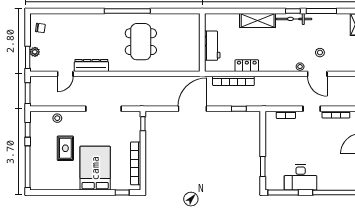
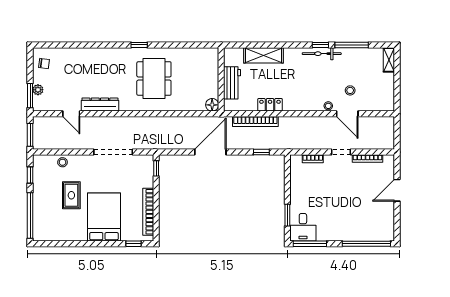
window: (127, 11) -> (139, 45), width x0.32
shelving: (258, 21) -> (264, 55), moved
floor lamp: (194, 66) -> (212, 105), added
door: (65, 74) -> (71, 114), hinge flipped
desk: (301, 178) -> (303, 227), moved, width x0.73

